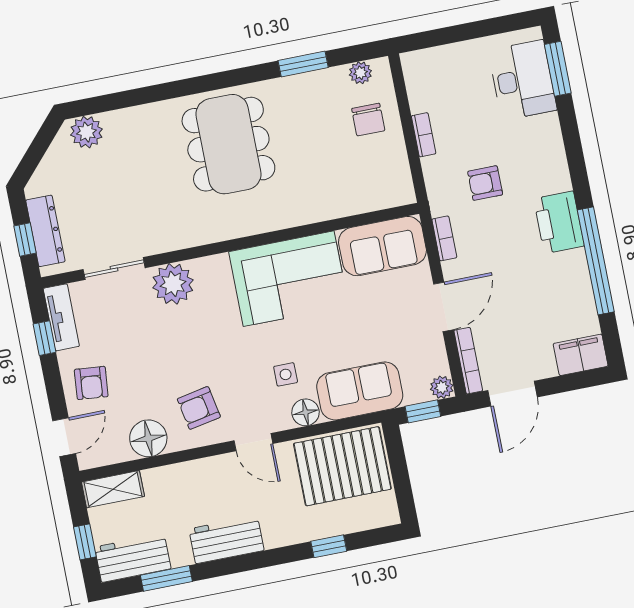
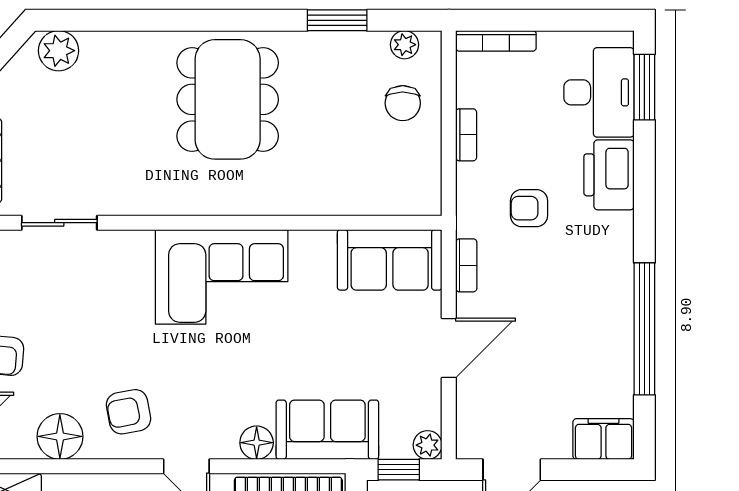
printer: (559, 222) -> (609, 175), moved
corner sofa: (289, 279) -> (222, 277), moved
plant: (173, 284) -> (127, 255), removed
bookcase: (468, 361) -> (496, 41), moved, turned 90
side table: (286, 374) -> (242, 392), removed

